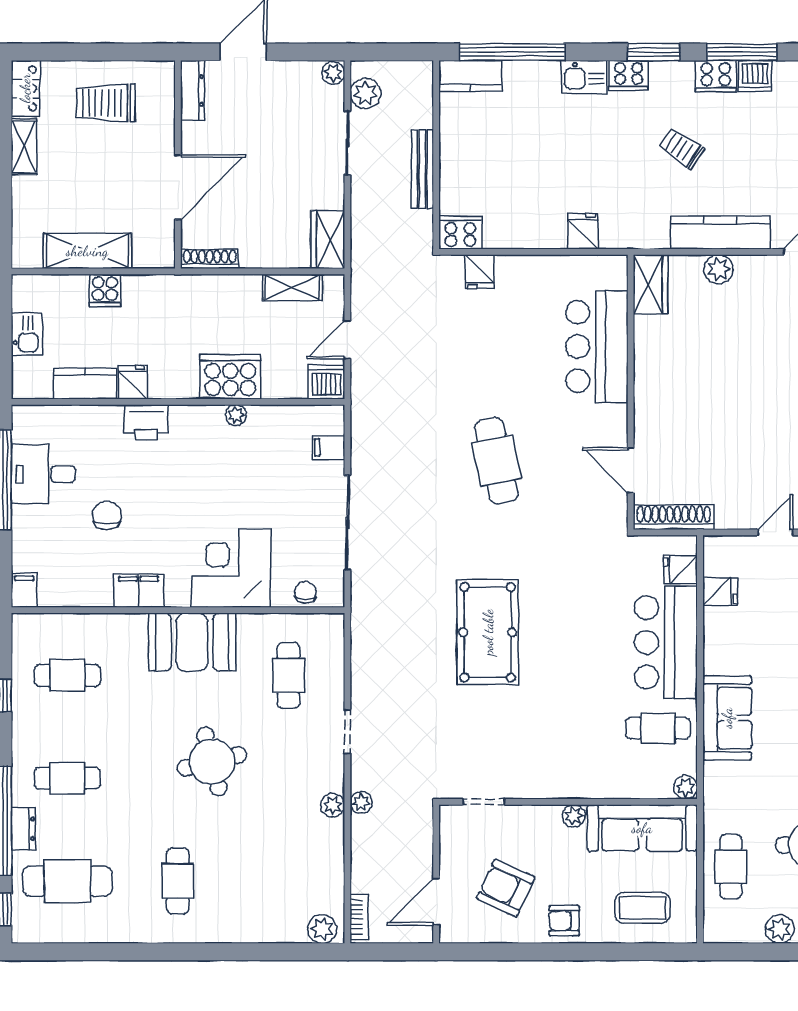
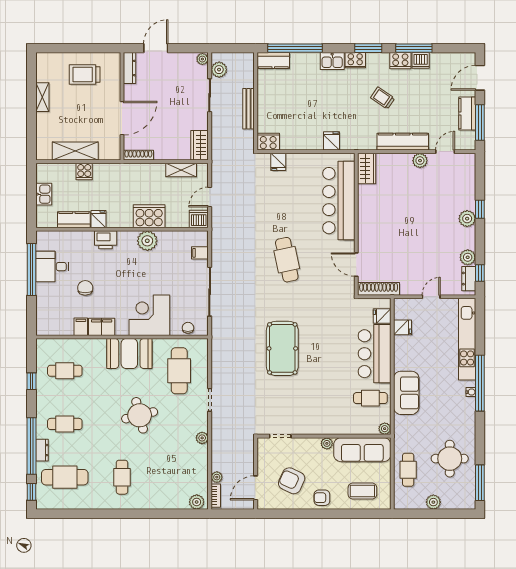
locker: (25, 88) -> (43, 67), removed
plant: (719, 269) -> (420, 161), moved
bar counter: (597, 347) -> (339, 201), width x1.36
plant: (236, 415) -> (147, 241), width x1.87, depth x1.87
filing cabinet: (24, 590) -> (81, 327), moved
cafe table: (288, 675) -> (179, 371), width x1.37, depth x1.35
plant: (361, 802) -> (217, 477), moved

